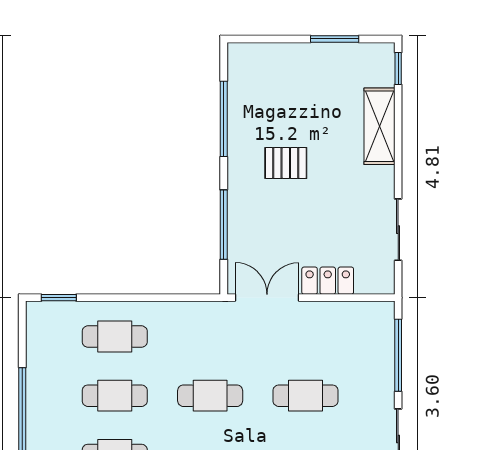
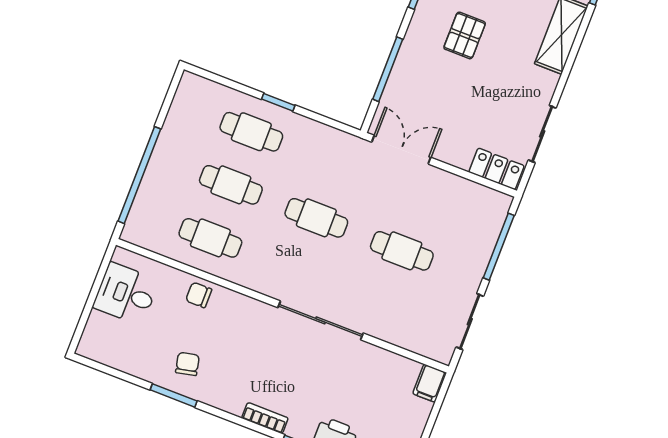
pallet: (286, 163) -> (465, 35), turned 90
locker: (328, 281) -> (497, 169), moved
window: (59, 298) -> (278, 102), moved

